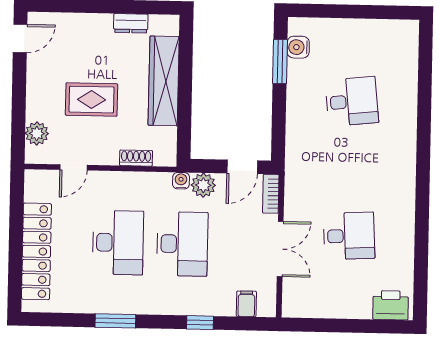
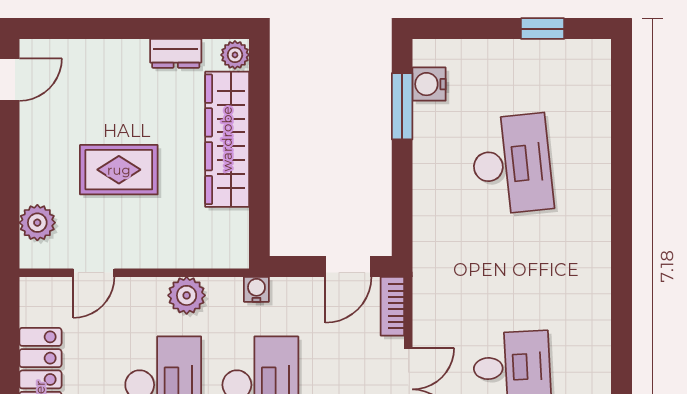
window: (374, 12) -> (543, 29), added
plant: (170, 25) -> (235, 55), added
desk: (352, 101) -> (512, 164), width x1.37
shoe rack: (136, 158) -> (188, 257), removed
plant: (203, 185) -> (187, 295), moved

